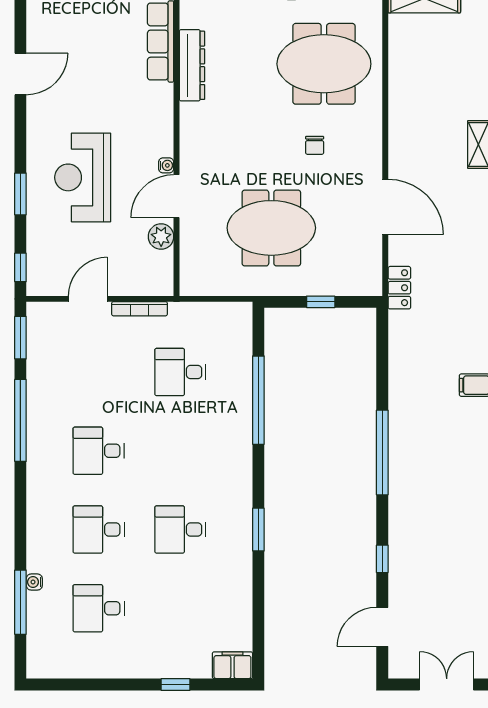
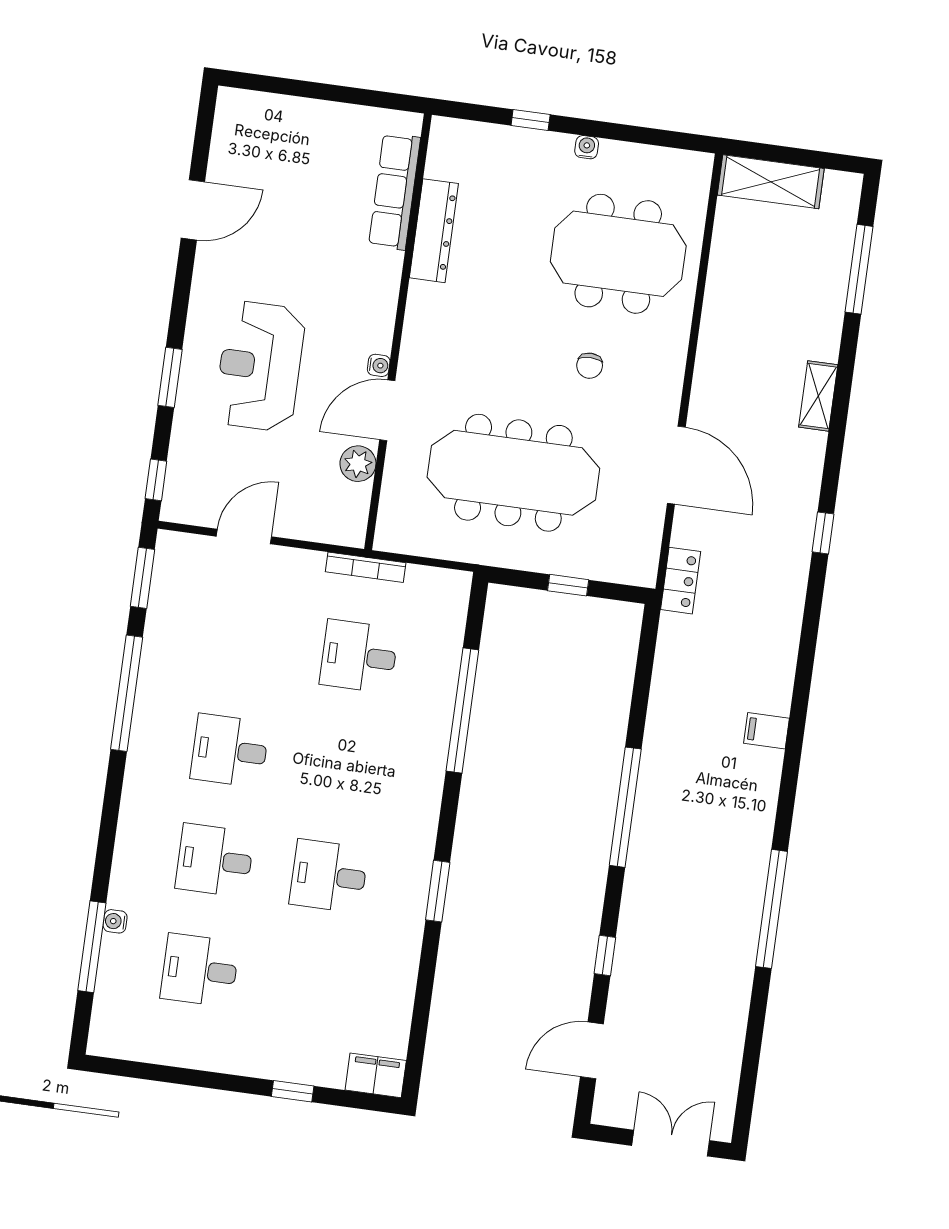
meeting table: (271, 228) -> (513, 473), width x1.36
bookcase: (140, 309) -> (366, 567), moved

